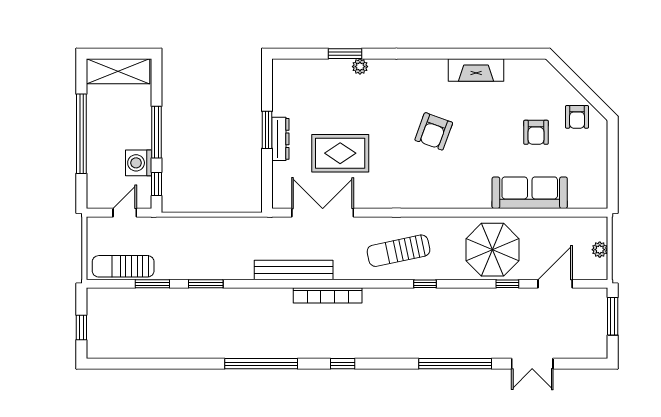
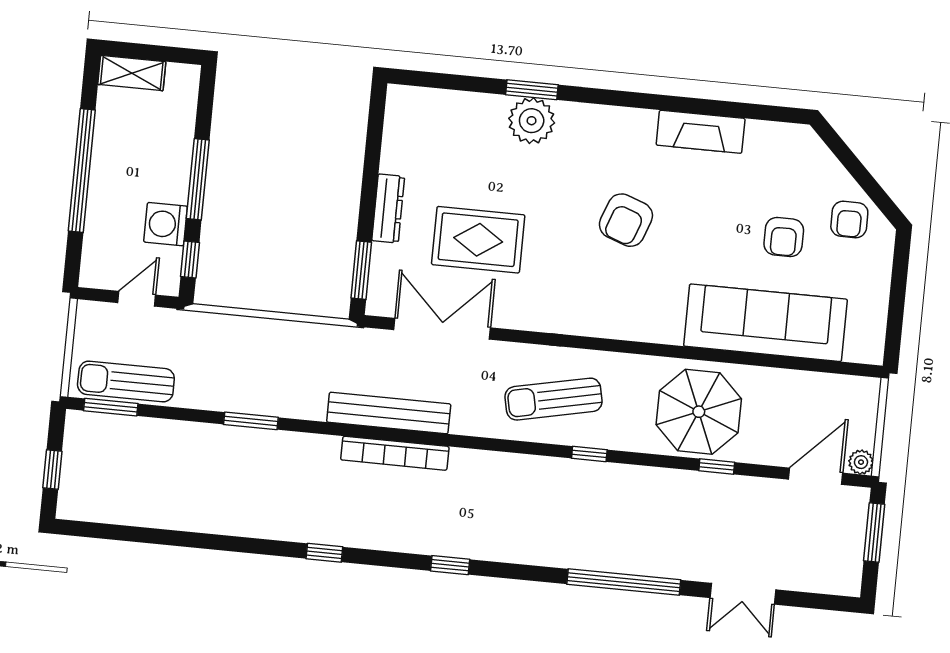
window: (345, 54) -> (532, 90), moved
plant: (360, 67) -> (532, 121), width x1.88, depth x1.88
shelving: (118, 71) -> (132, 73), width x0.67, depth x0.75
window: (267, 130) -> (361, 270), moved
sofa: (530, 193) -> (766, 323), width x1.36, depth x1.27
plant: (600, 250) -> (861, 462), moved
window: (152, 284) -> (111, 407), moved
door: (555, 284) -> (816, 476), moved
bookcase: (328, 295) -> (395, 453), moved
window: (261, 364) -> (324, 553), width x0.32

